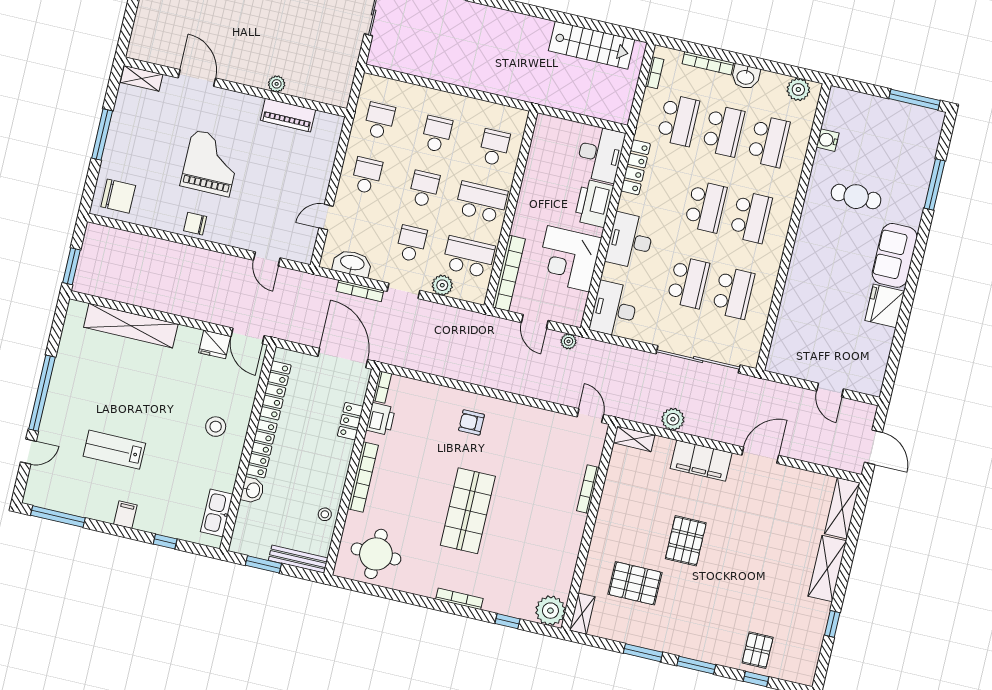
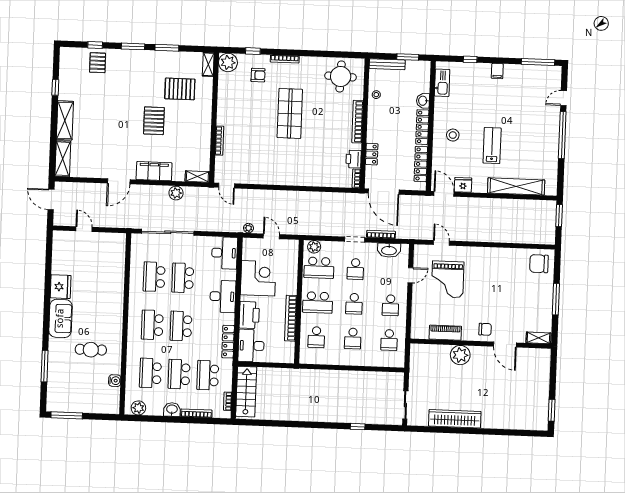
stairs: (591, 45) -> (246, 392), moved, turned 90
plant: (277, 84) -> (460, 355), width x1.88, depth x1.88
grand piano: (211, 163) -> (448, 279), moved
chair: (195, 224) -> (485, 329), moved
bookcase: (509, 273) -> (291, 318), moved
plant: (442, 285) -> (314, 247), moved
armchair: (471, 422) -> (258, 75), moved
lab bench: (114, 450) -> (492, 146), moved, turned -90

